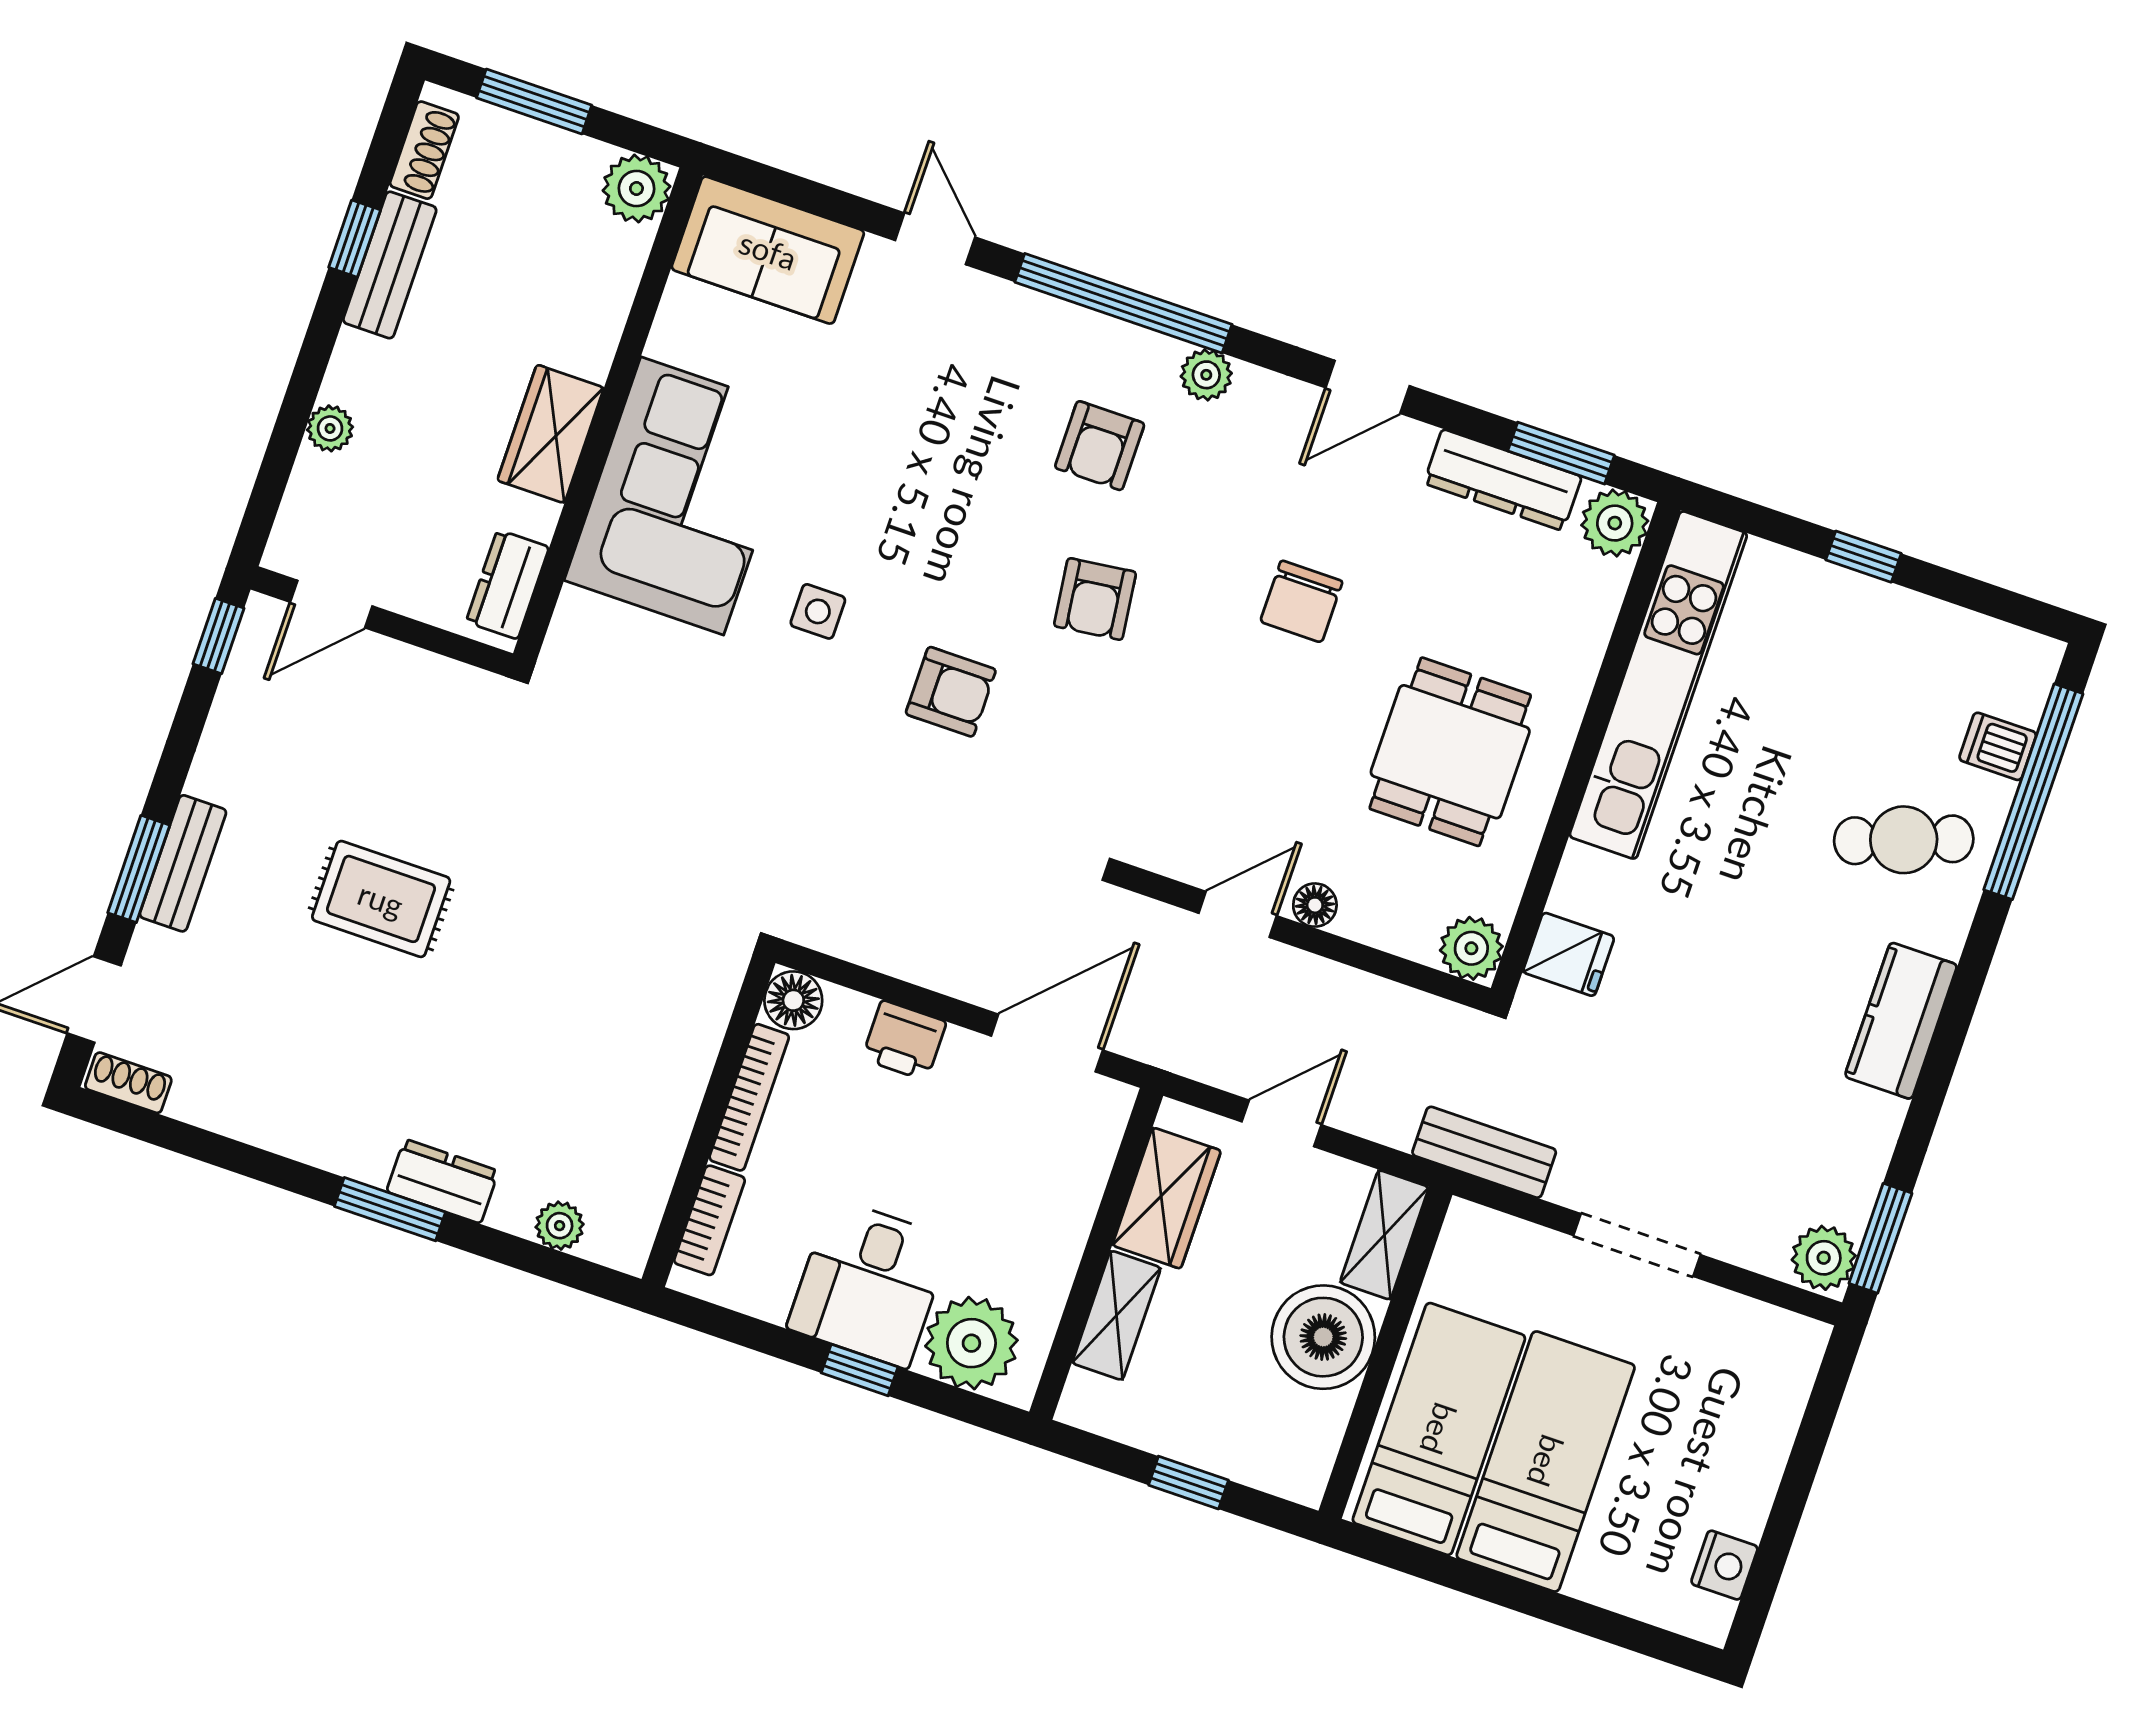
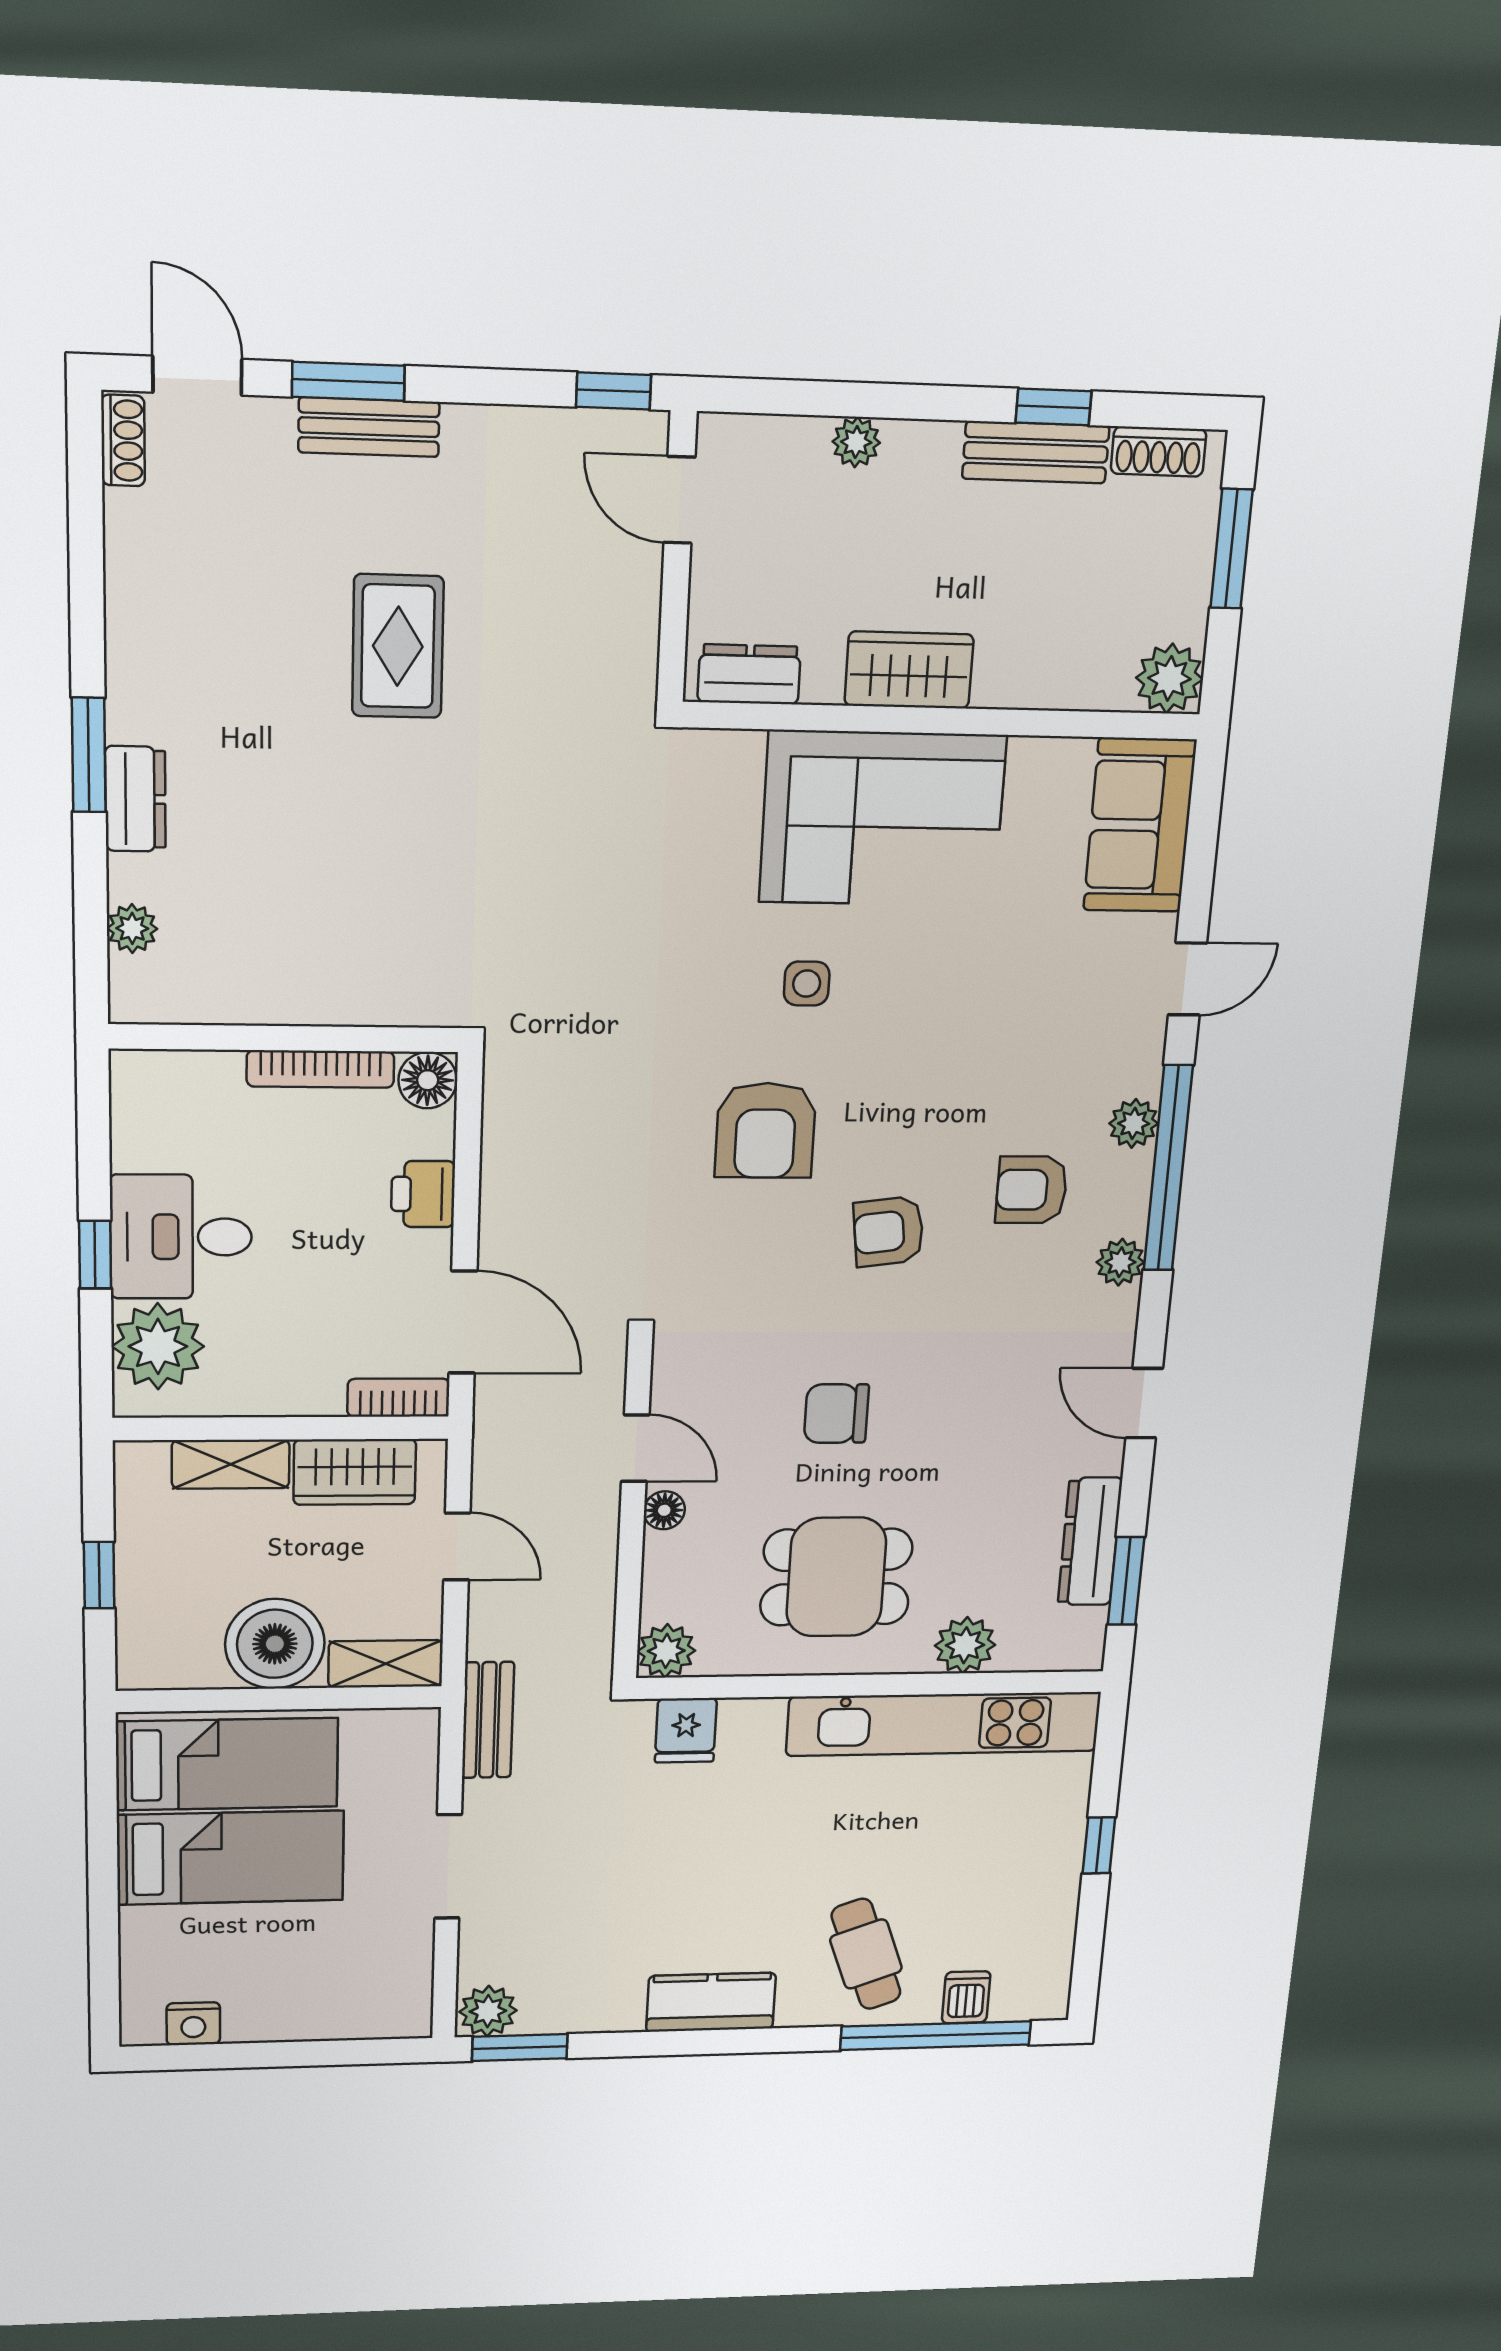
plant: (1065, 327) -> (1134, 1123), added
plant: (1615, 523) -> (965, 1645), moved
chair: (1301, 602) -> (836, 1414), moved
armchair: (951, 692) -> (765, 1130), width x1.38, depth x1.38
bookcase: (709, 1220) -> (398, 1398), moved, turned 180

